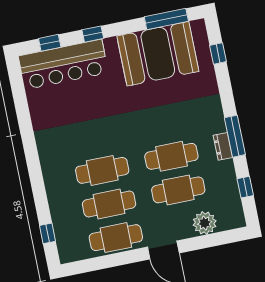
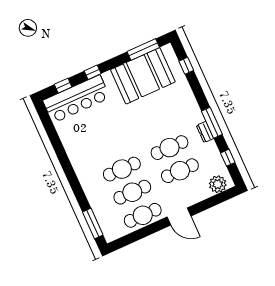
plant: (205, 223) -> (218, 184), moved
window: (47, 233) -> (93, 223), width x2.17

